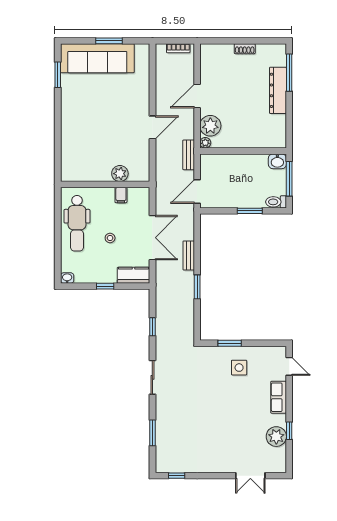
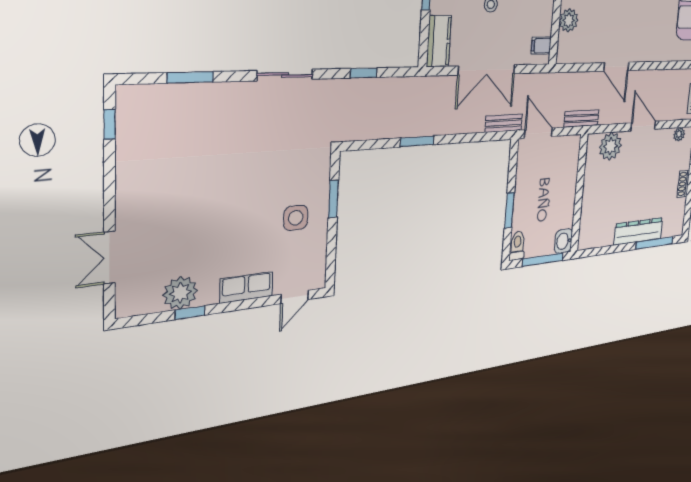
plant: (205, 143) -> (679, 134), moved
filing cabinet: (121, 195) -> (541, 46), moved
bench: (189, 255) -> (504, 123), moved

